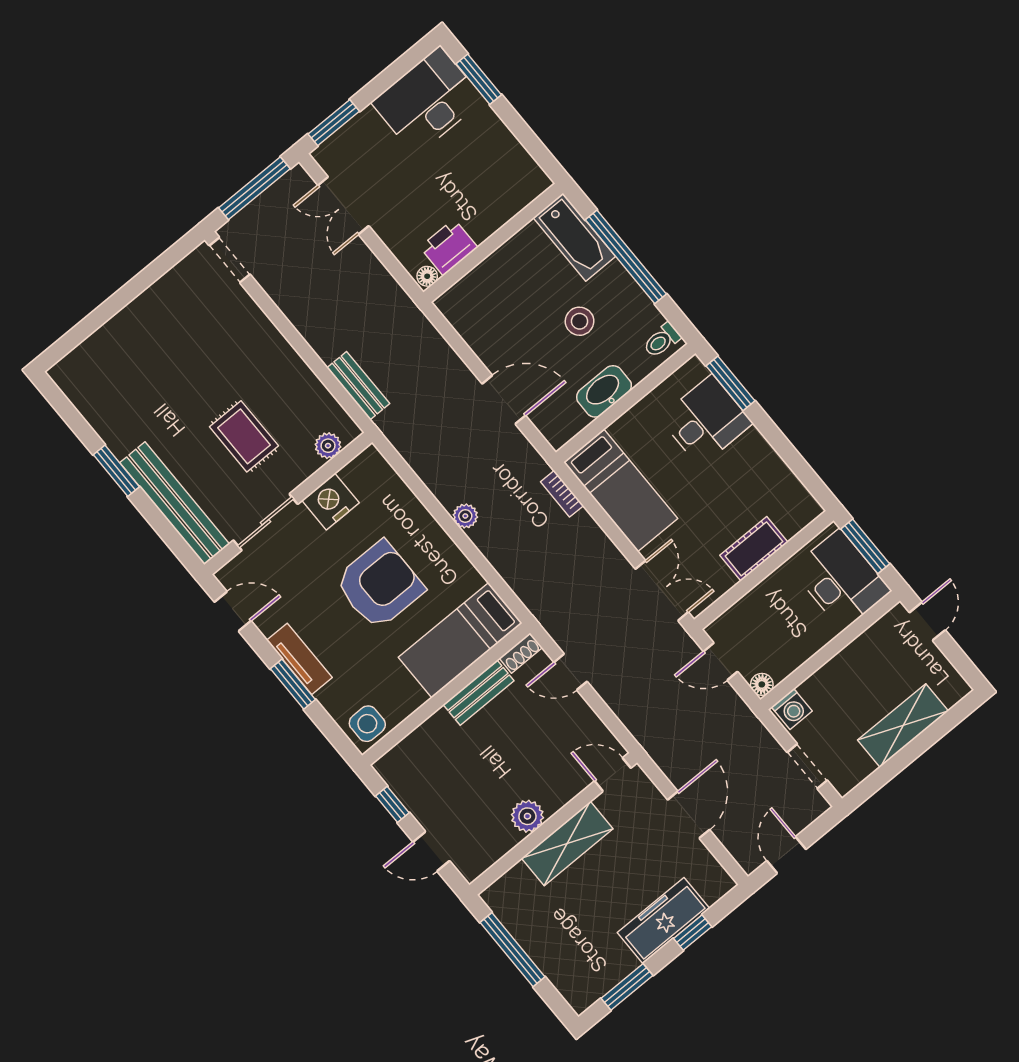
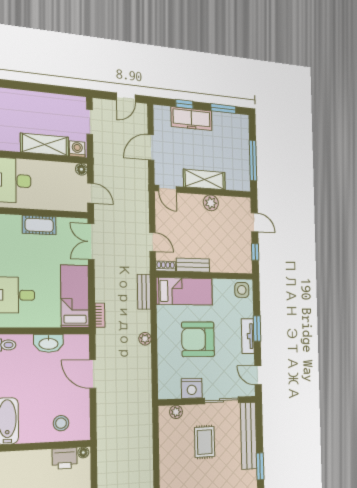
stool: (580, 321) -> (61, 423), moved
bench: (358, 386) -> (144, 292), moved
shelving: (903, 726) -> (45, 145), moved

